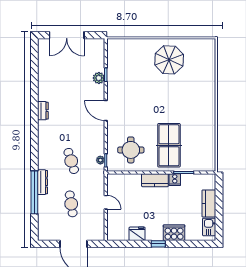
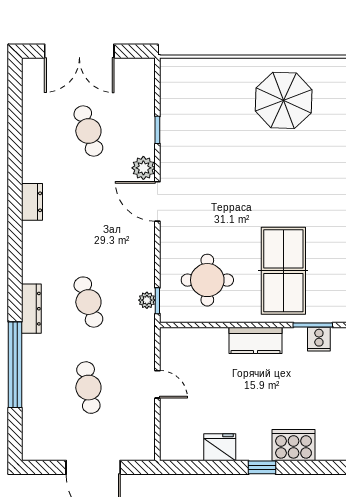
cafe table: (71, 75) -> (88, 131), added
plant: (99, 78) -> (143, 168), moved
cooker: (175, 180) -> (319, 339), moved
dresser: (43, 182) -> (31, 309), moved

